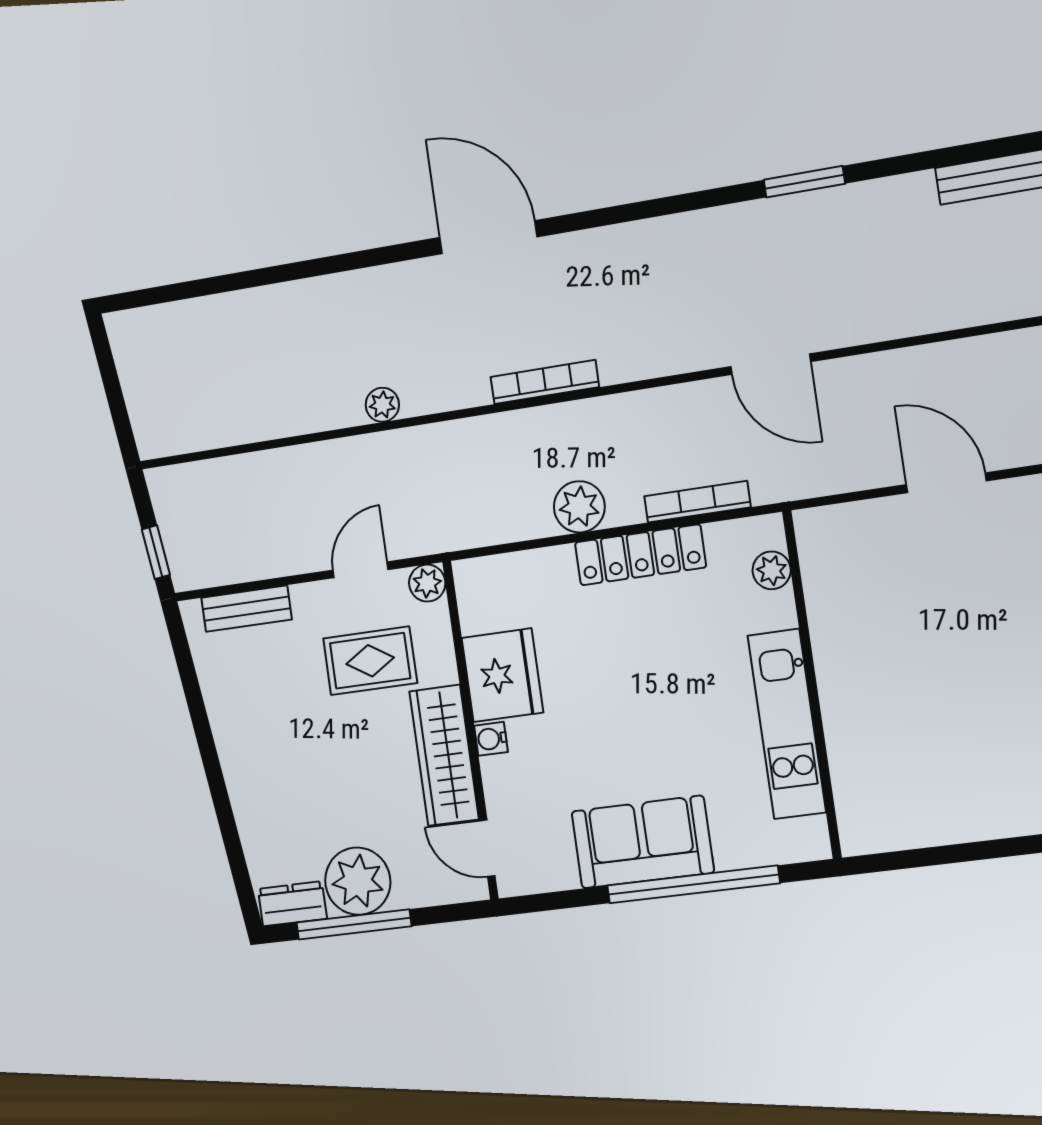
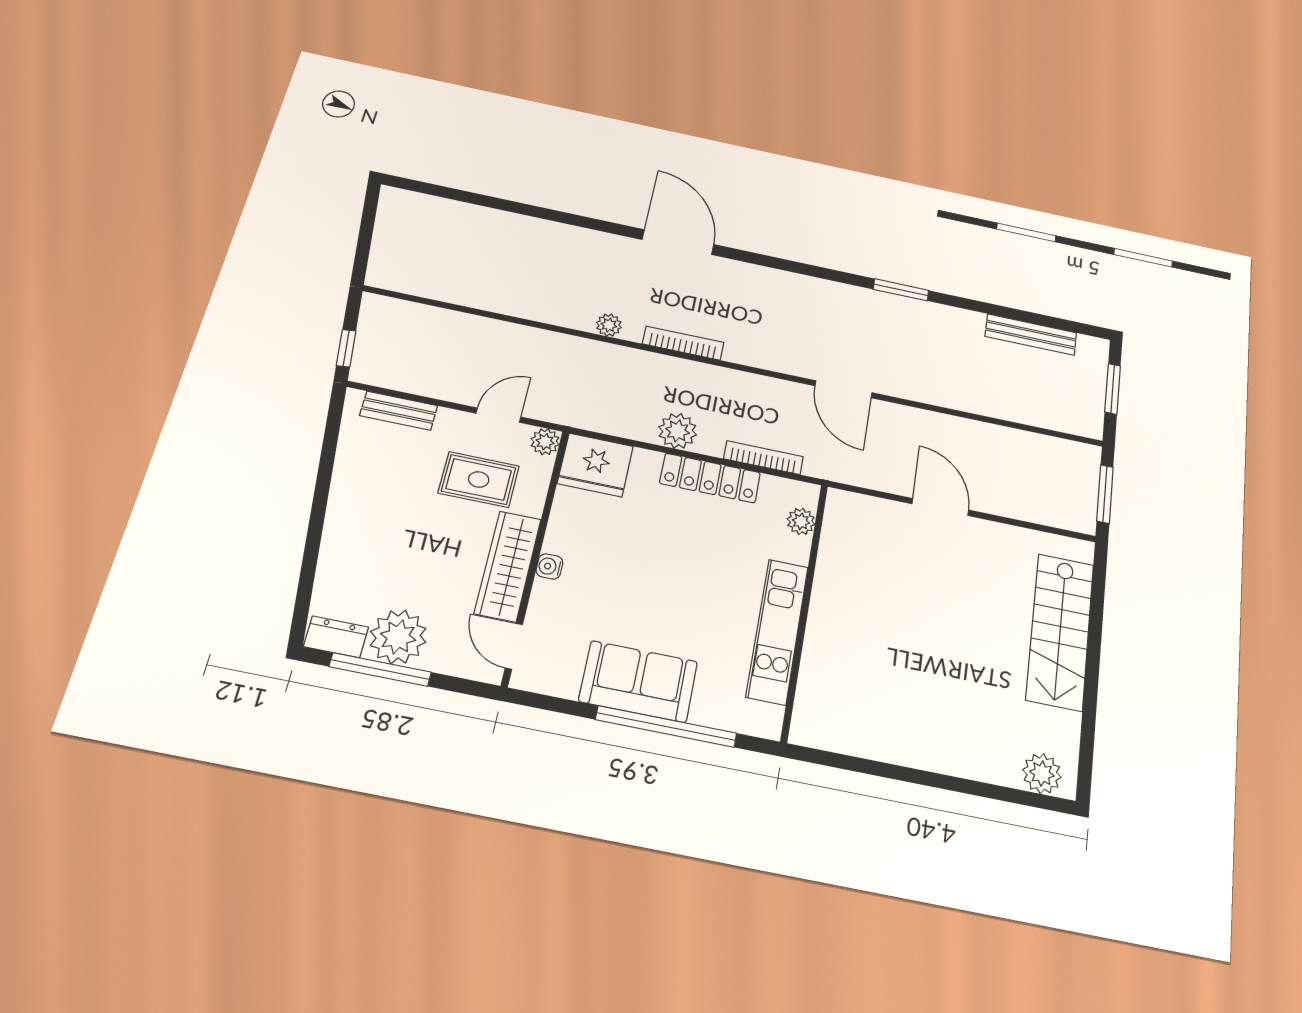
plant: (382, 405) -> (609, 325), moved
fridge: (502, 675) -> (595, 465), moved, turned 90

